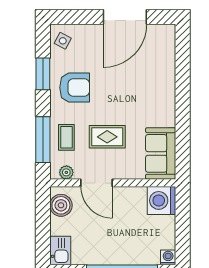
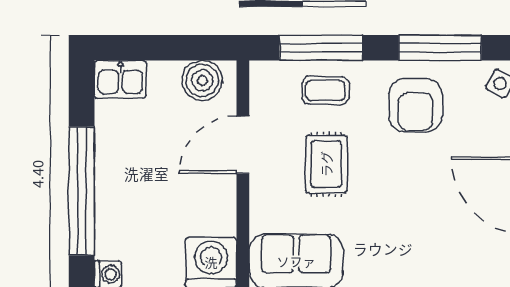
window: (43, 74) -> (440, 48), width x1.44
plant: (66, 172) -> (262, 90), removed

